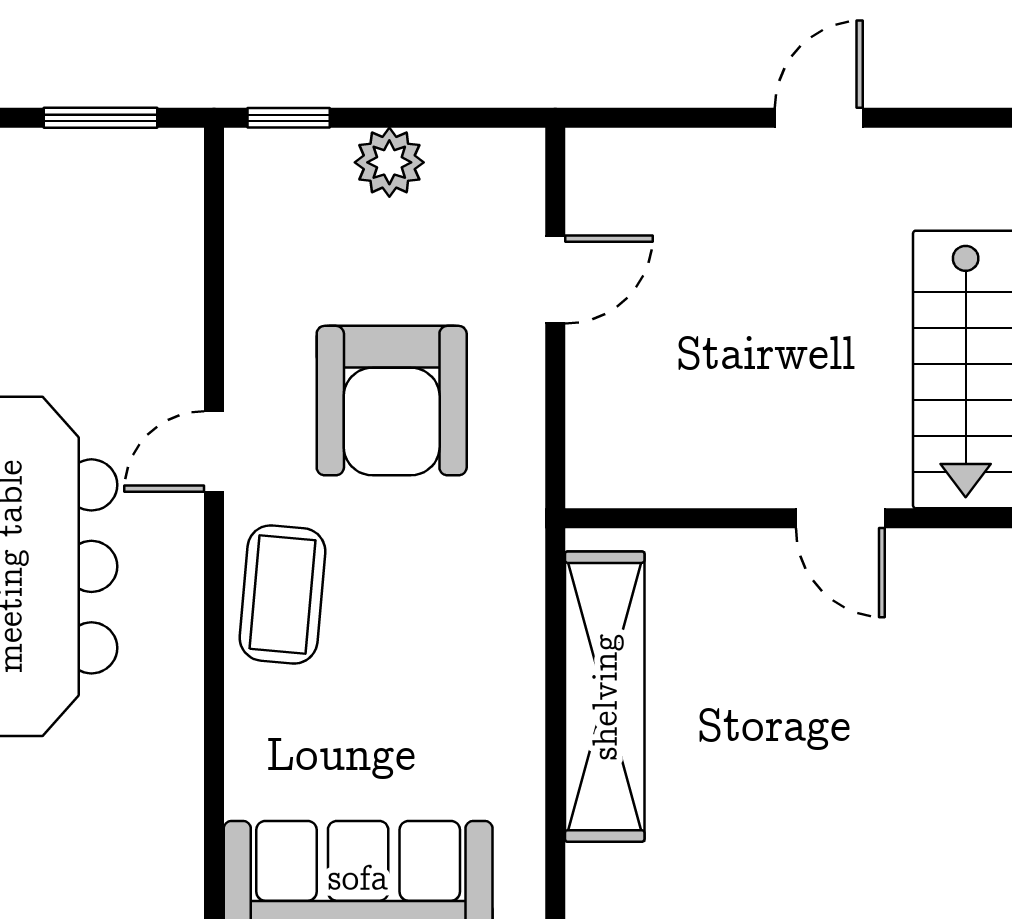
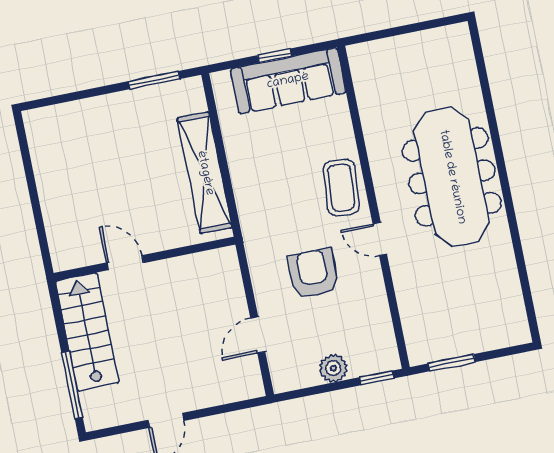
armchair: (392, 401) -> (313, 274), width x0.73, depth x0.73
door: (214, 452) -> (380, 239), swing flipped

